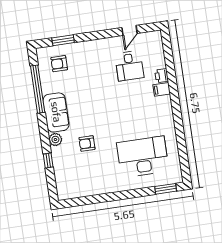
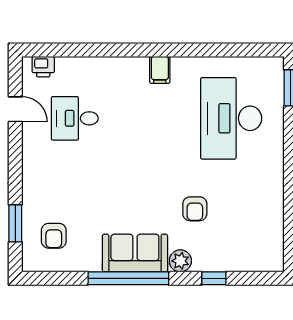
desk: (129, 66) -> (75, 118), turned 180
printer: (162, 76) -> (43, 67), moved
window: (38, 89) -> (128, 278), moved
filing cabinet: (162, 89) -> (160, 70), moved

